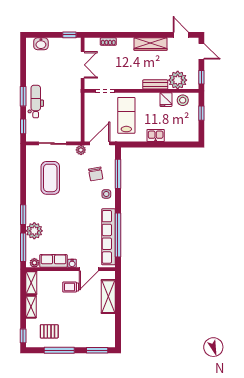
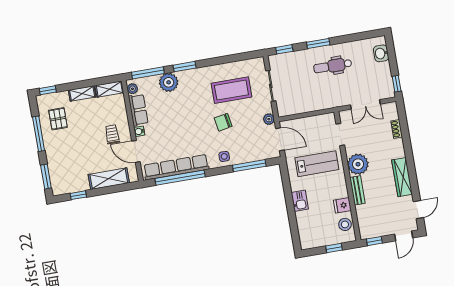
plant: (178, 80) -> (358, 164), moved
dental chair: (36, 102) -> (333, 66), moved, turned 180
chair: (96, 174) -> (223, 122), moved
window: (118, 325) -> (78, 195), added

